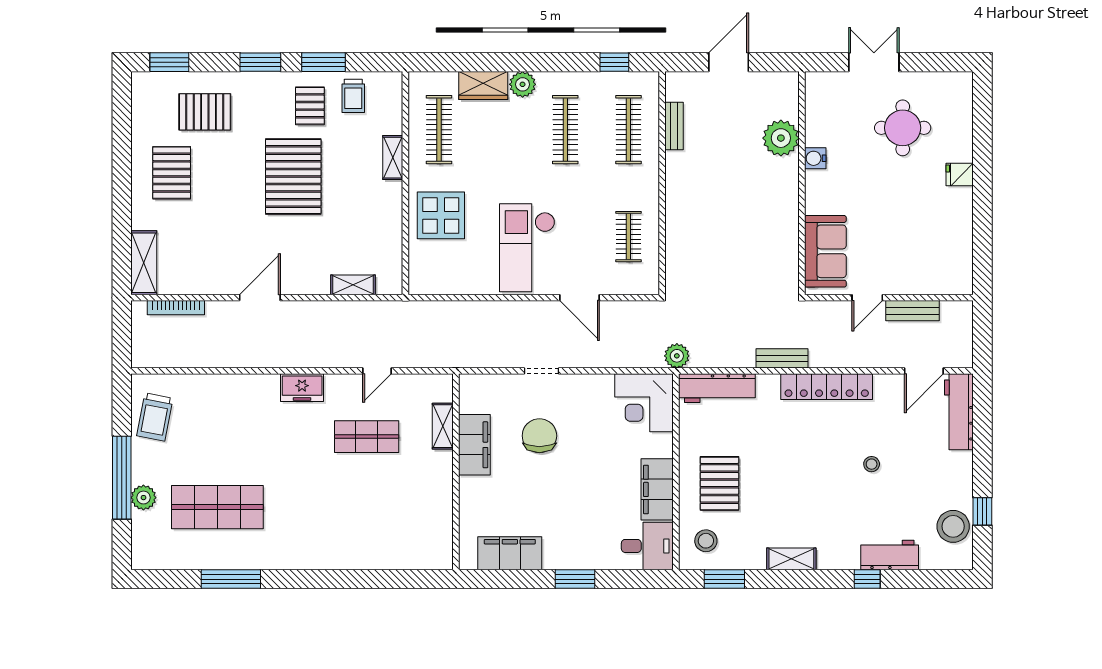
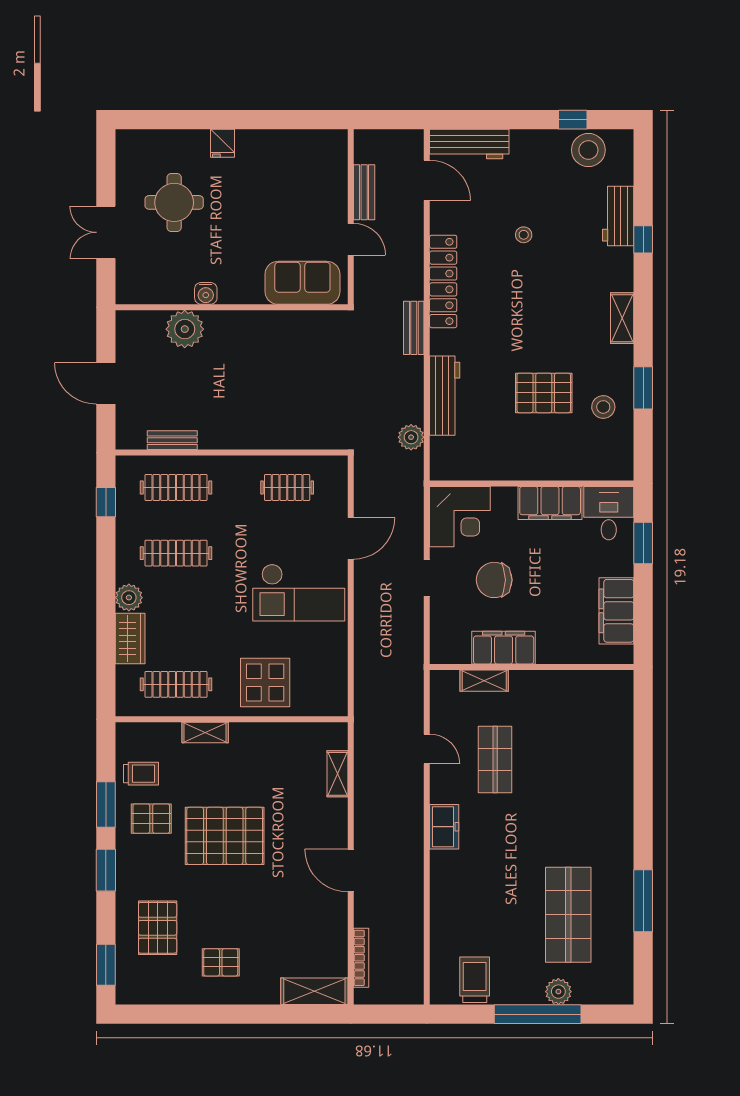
pallet: (172, 173) -> (221, 962), width x0.67, depth x0.71
corner desk: (644, 403) -> (460, 517), moved
trolley: (155, 417) -> (475, 980), turned -101
wall: (676, 472) -> (532, 484), moved
filing cabinet: (657, 489) -> (550, 503), moved
desk: (647, 546) -> (609, 513), moved

